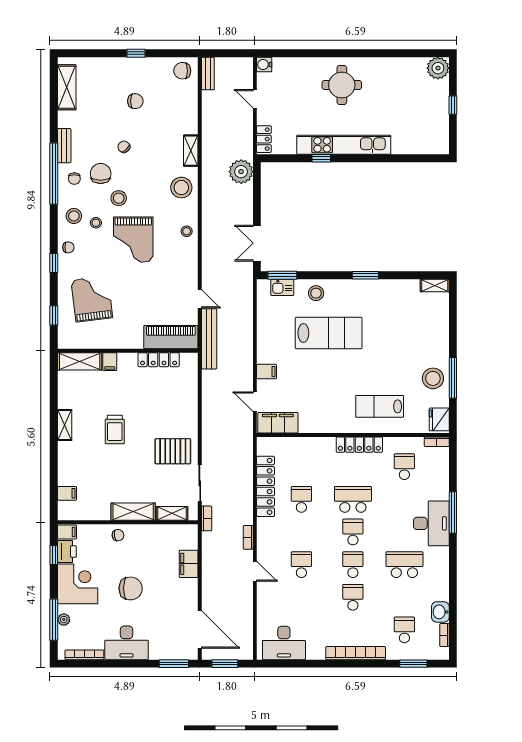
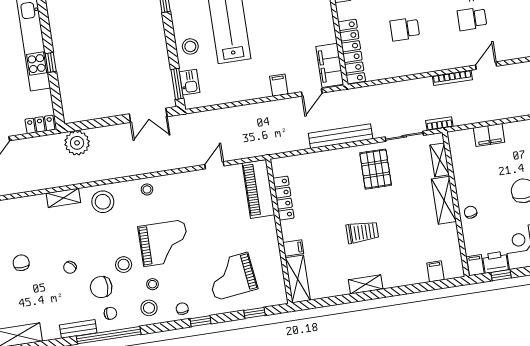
bench: (209, 339) -> (341, 136), moved
locker: (266, 486) -> (352, 52), moved, turned 90
bookcase: (248, 537) -> (452, 78), width x1.56

